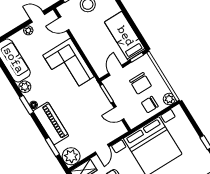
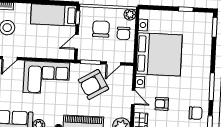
door: (116, 70) -> (77, 42), hinge flipped
chair: (140, 83) -> (101, 29), turned -90
armchair: (90, 109) -> (93, 84), added

